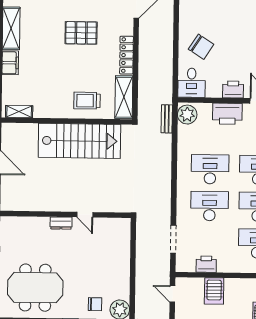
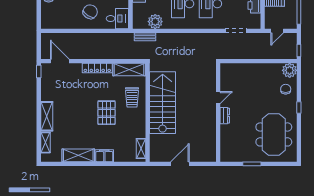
pallet: (81, 33) -> (107, 113), moved
plant: (187, 115) -> (155, 22), moved

